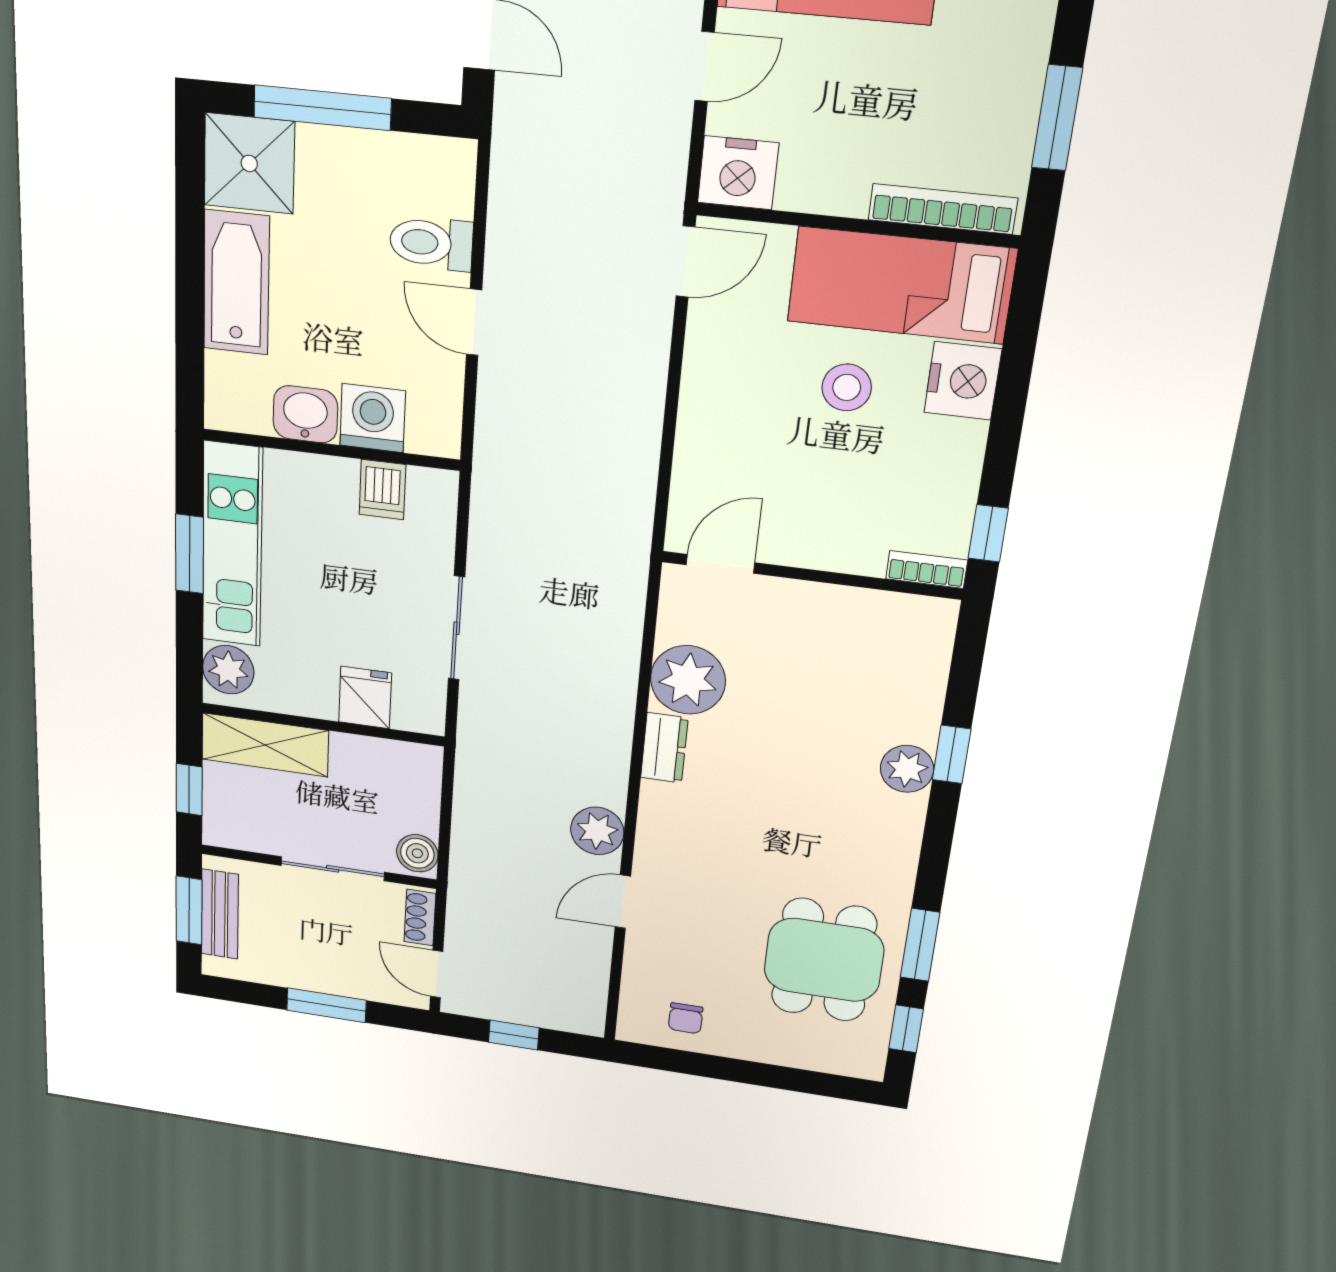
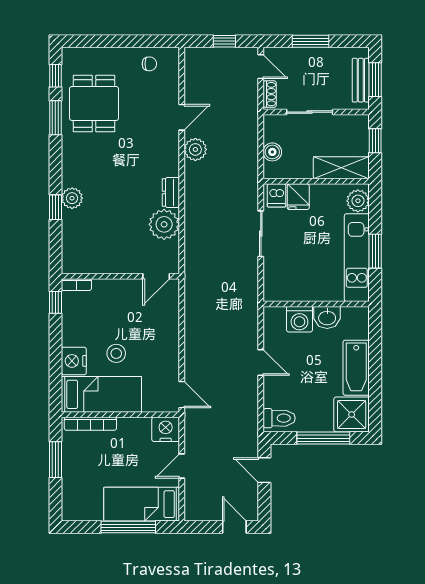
toilet: (431, 243) -> (279, 418), moved
door: (685, 262) -> (182, 395), swing flipped
dishwasher: (382, 490) -> (277, 195), moved, turned 180
boiler: (417, 853) -> (272, 152), moved
chair: (686, 1018) -> (149, 64), turned 90

